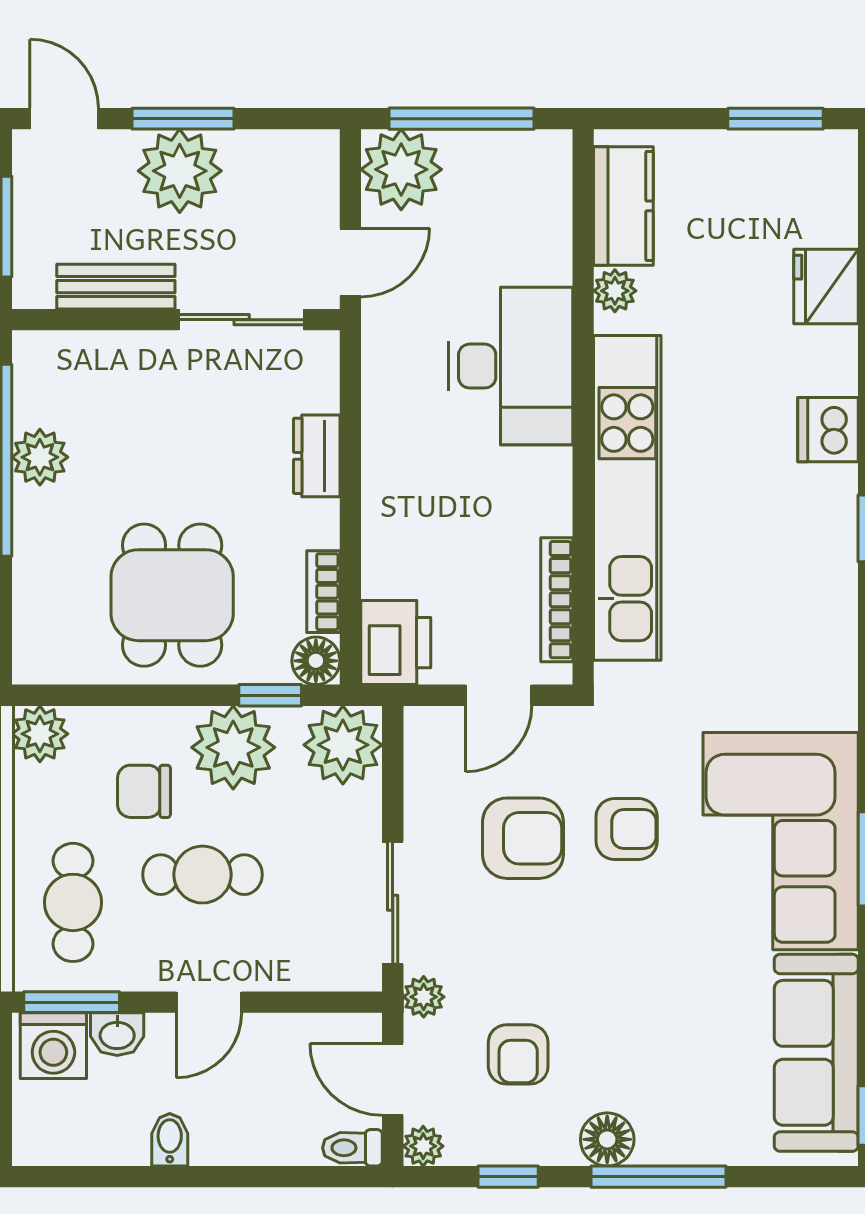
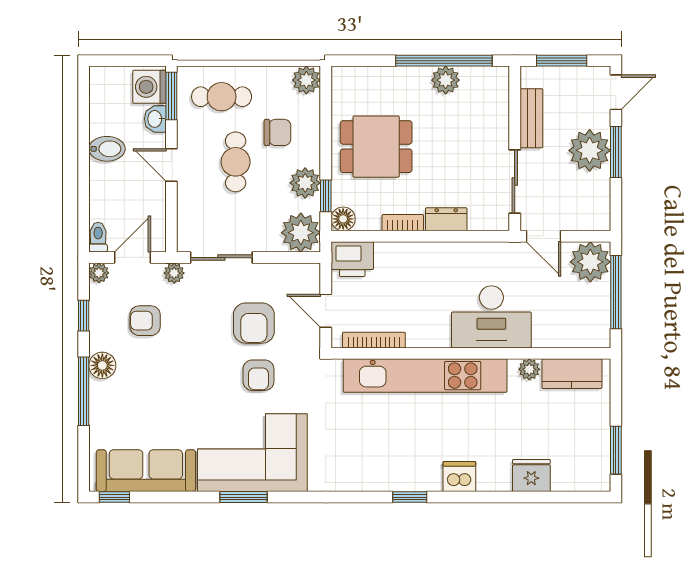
bookcase: (323, 592) -> (403, 223), moved
plant: (233, 747) -> (305, 183), width x0.73, depth x0.73
chair: (144, 791) -> (277, 132), turned 90
bidet: (170, 1140) -> (107, 149), width x1.38, depth x1.36

